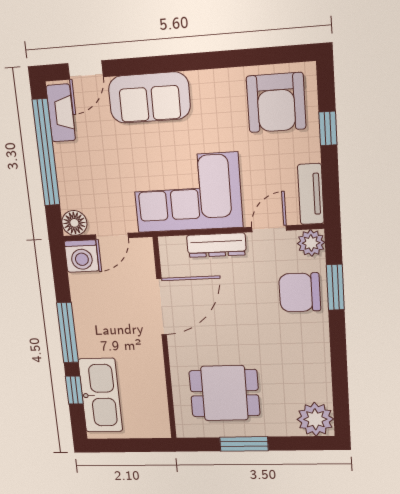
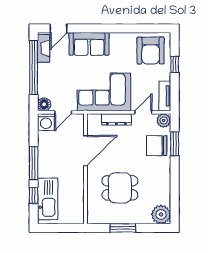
dining table: (224, 393) -> (120, 188), moved

